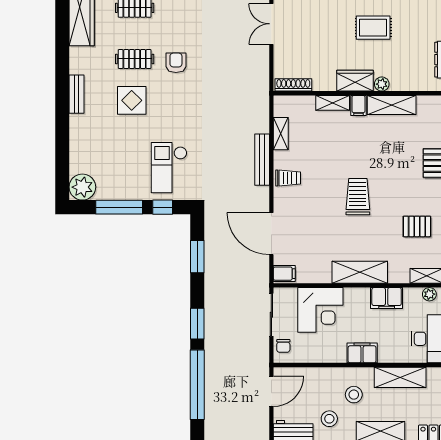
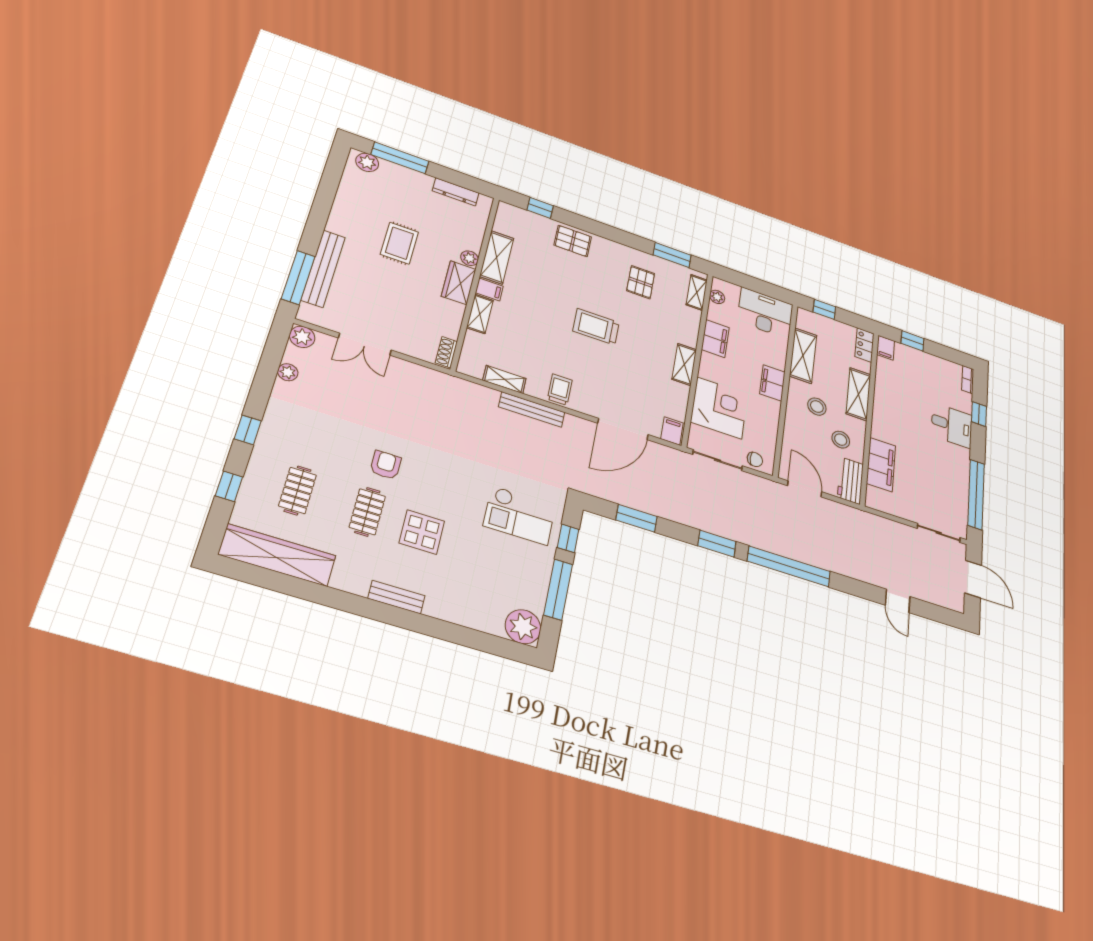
armchair: (176, 63) -> (386, 465), turned 90
shoe rack: (293, 85) -> (446, 352), width x0.70
shelving: (360, 272) -> (684, 364), width x0.67, depth x0.75

